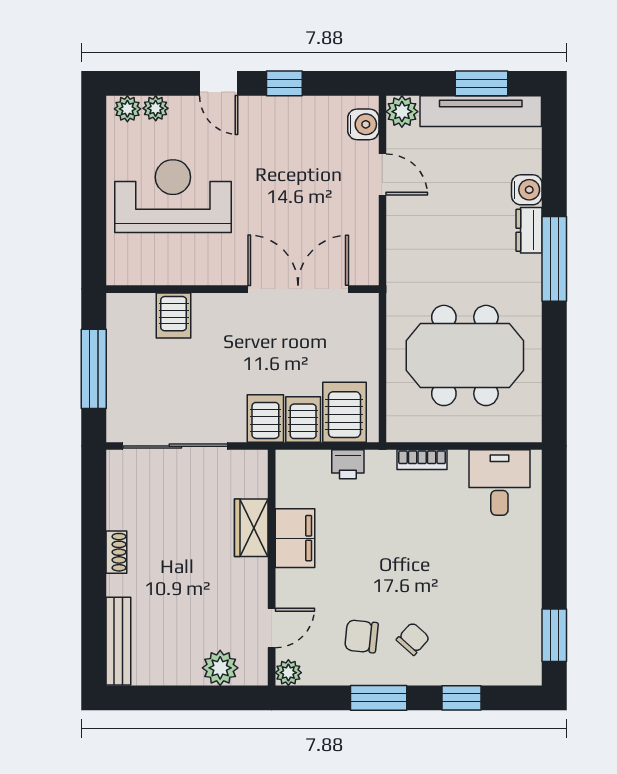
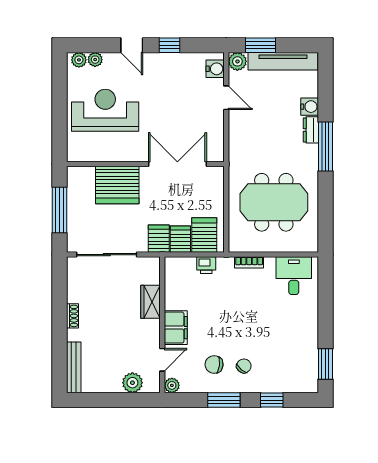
window: (481, 83) -> (260, 45), moved
server rack: (174, 315) -> (117, 185), width x2.18, depth x1.44
filing cabinet: (295, 538) -> (176, 328), moved

